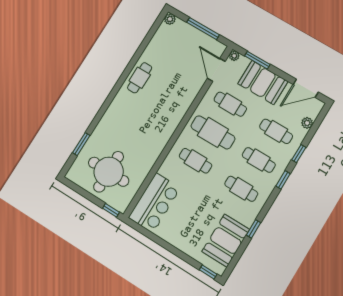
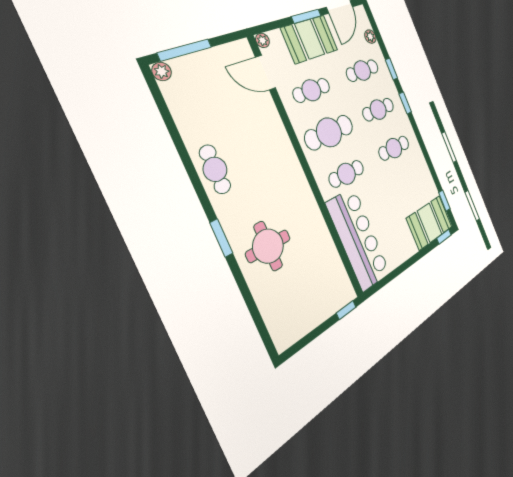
window: (203, 29) -> (185, 50), moved
window: (257, 60) -> (306, 16), moved
window: (81, 144) -> (221, 238), moved
round table: (109, 172) -> (268, 246), moved, width x0.73, depth x0.73
bar counter: (155, 203) -> (358, 239), width x1.36
window: (254, 229) -> (444, 201), moved
booth: (226, 241) -> (430, 223), moved, turned 90

